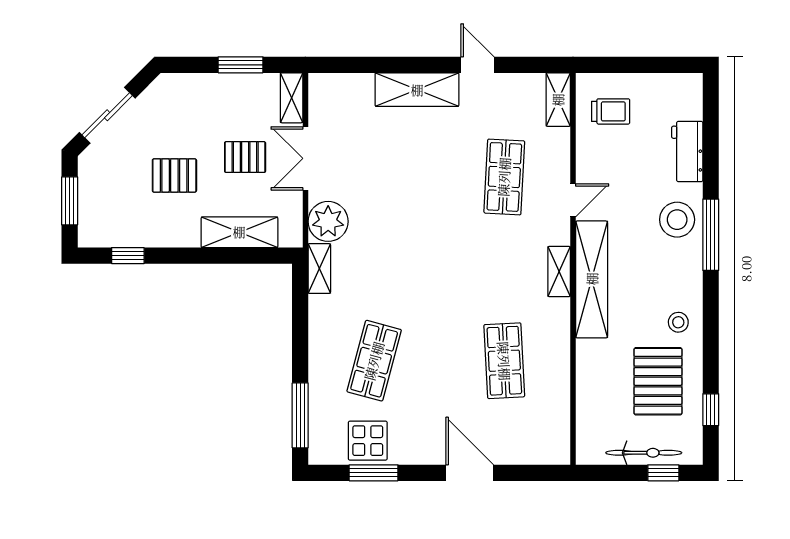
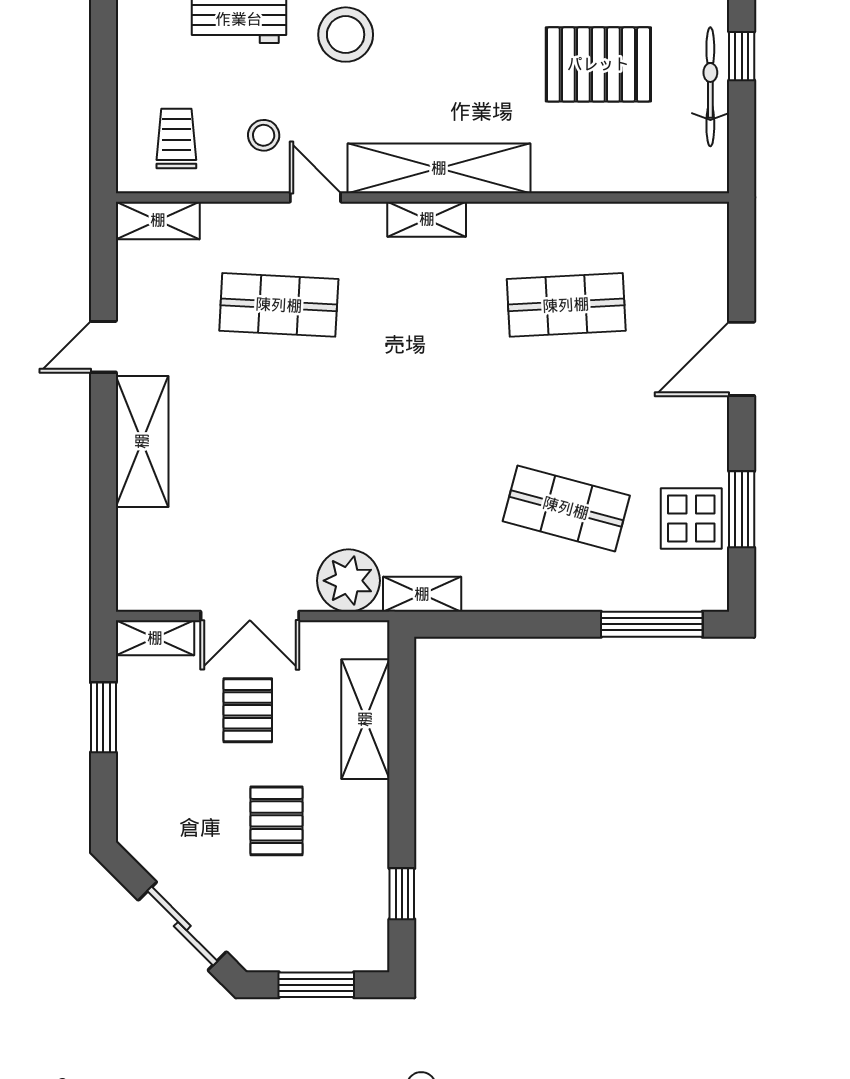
stool: (678, 322) -> (264, 135), moved

